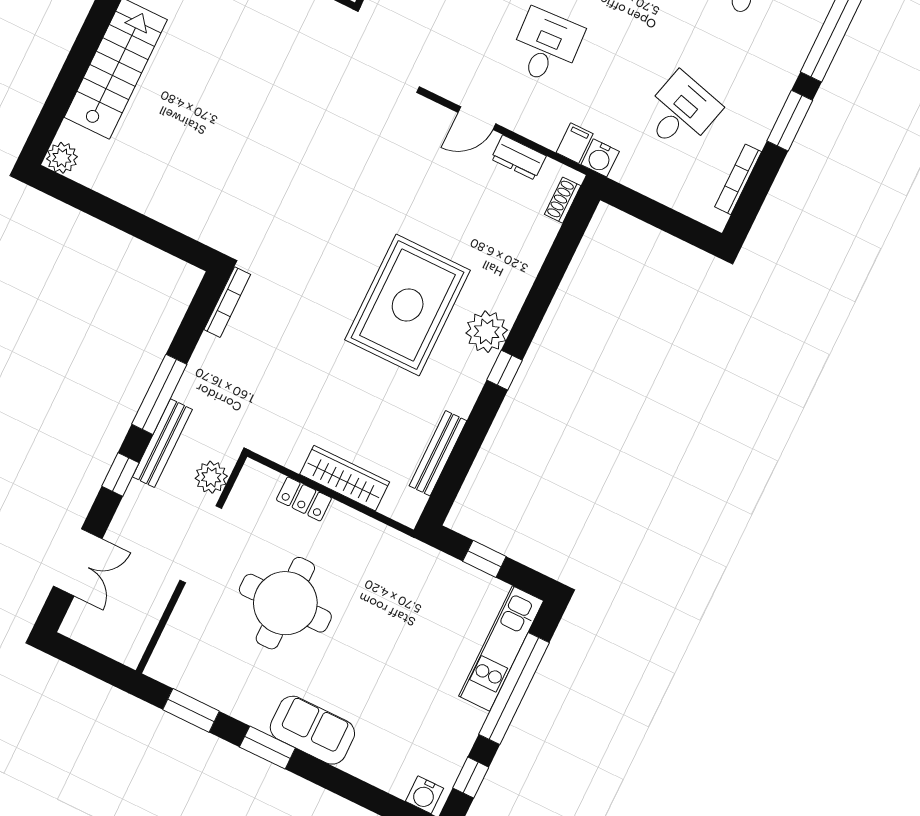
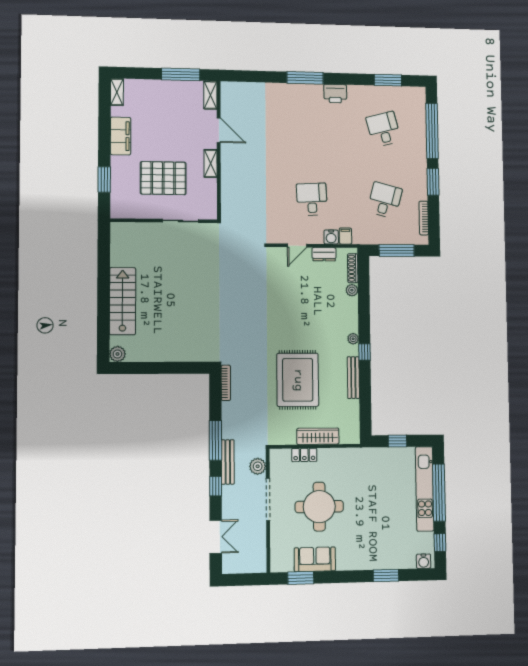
water cooler: (600, 158) -> (331, 237), moved
shoe rack: (563, 200) -> (353, 268), width x1.43
window: (657, 215) -> (397, 250), added
plant: (537, 247) -> (352, 290), added
rug: (408, 305) -> (298, 380), moved
plant: (487, 332) -> (353, 339), width x0.53, depth x0.53
bench: (438, 453) -> (353, 378), moved
kitchen unit: (501, 648) -> (425, 489), width x1.36
sofa: (312, 730) -> (315, 559), moved
window: (267, 748) -> (386, 576), moved

